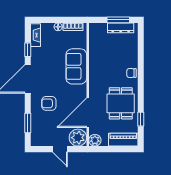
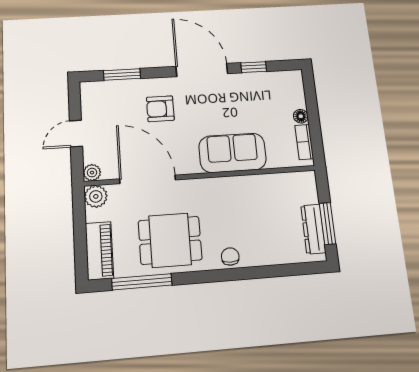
fireplace: (36, 35) -> (281, 79), removed
armchair: (49, 103) -> (160, 109), turned -90
window: (141, 119) -> (142, 282), width x2.17
plant: (78, 138) -> (92, 173), width x0.53, depth x0.53

